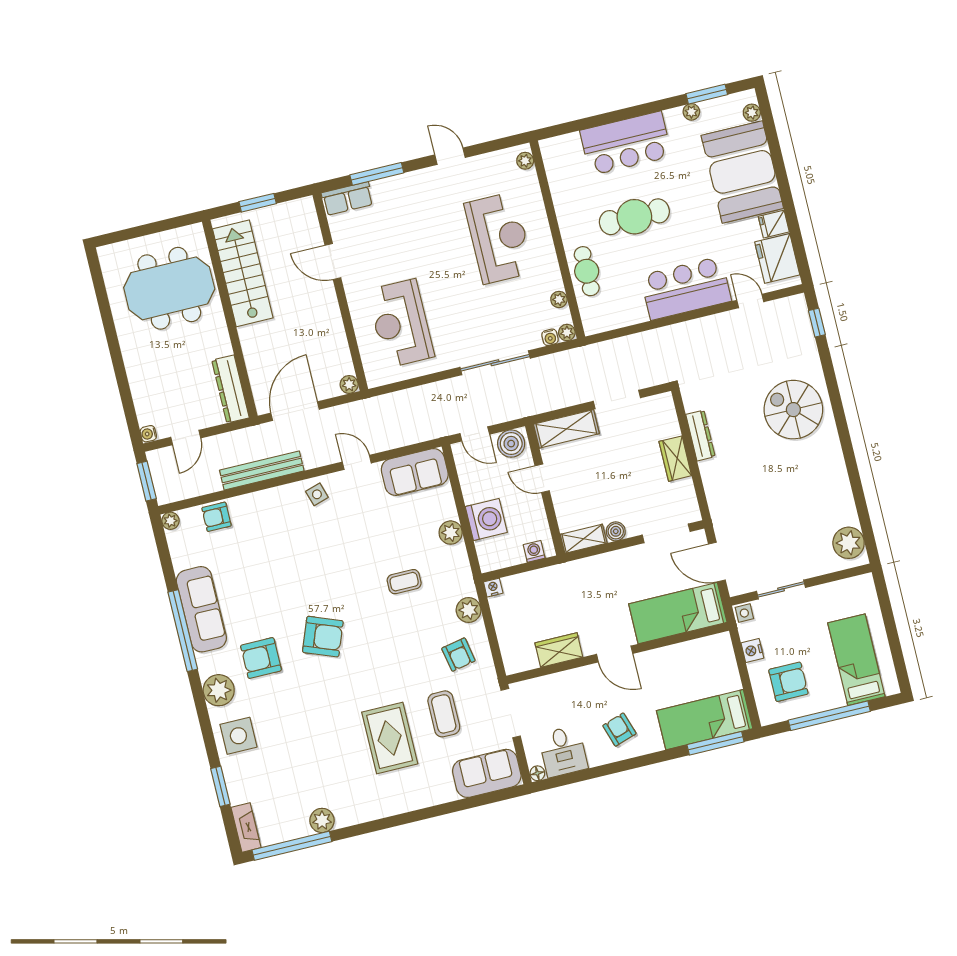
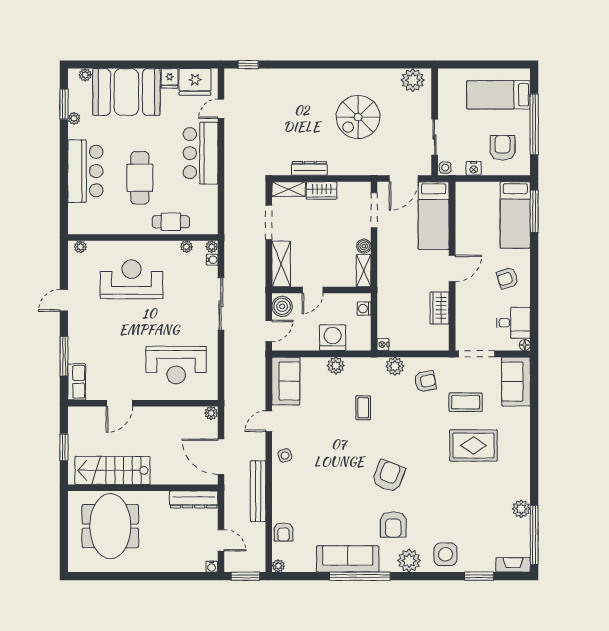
spiral stairs: (793, 410) -> (358, 117), moved
shelving: (667, 415) -> (289, 189), added

